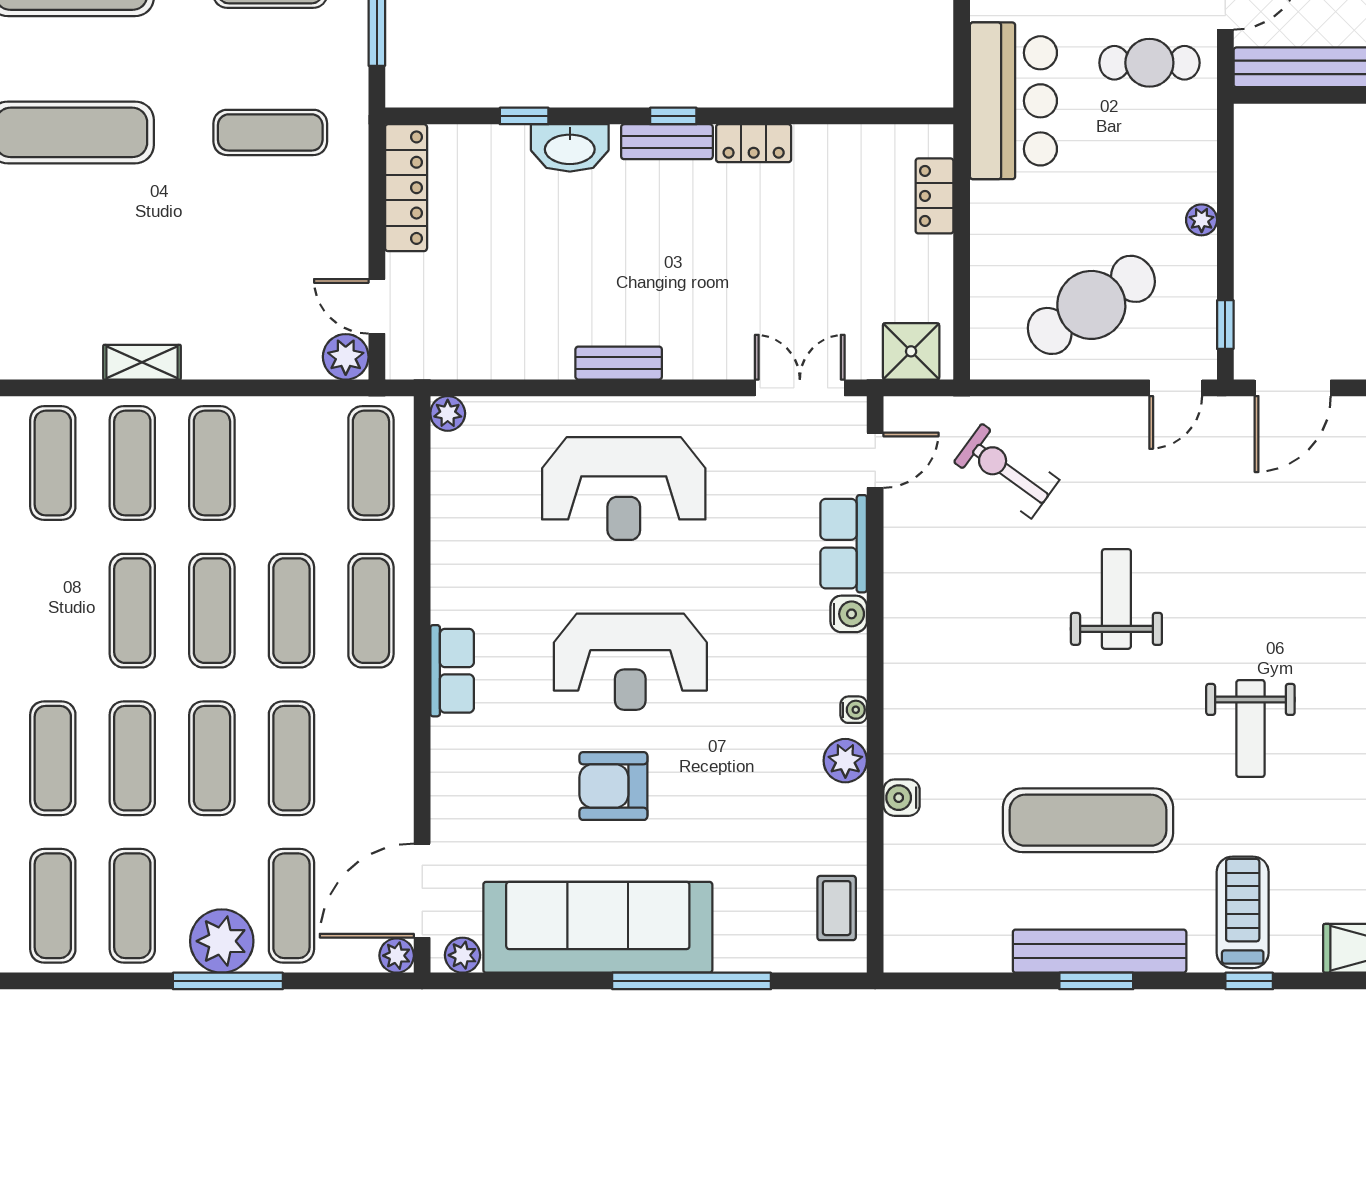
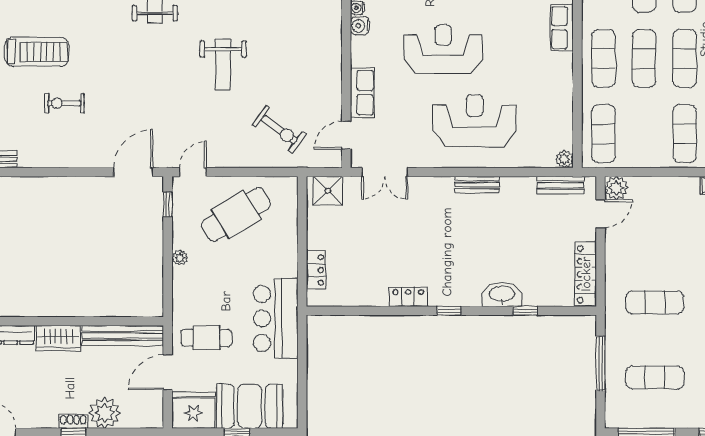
bench: (667, 142) -> (560, 185), moved
door: (377, 306) -> (601, 214), hinge flipped
water cooler: (849, 614) -> (360, 26), moved
reception desk: (630, 662) -> (443, 49), moved

